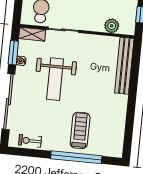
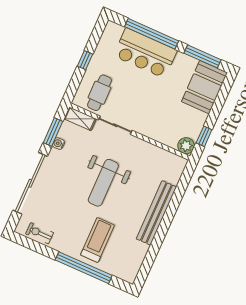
plant: (112, 26) -> (186, 146), moved
bench: (124, 66) -> (156, 213), moved
weight bench: (55, 79) -> (103, 183), moved

